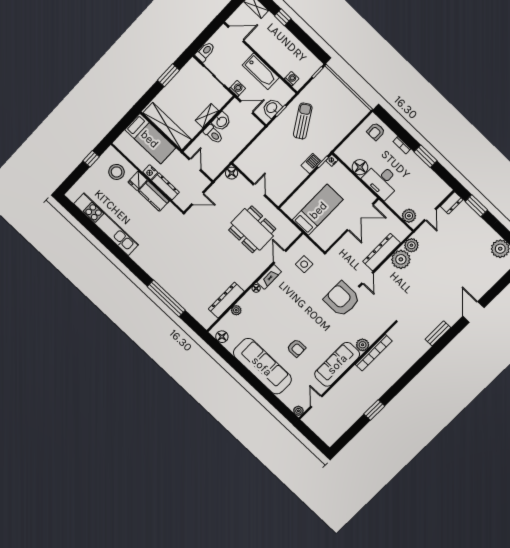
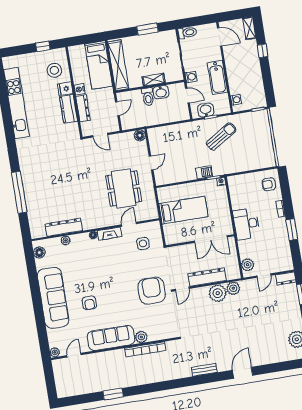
floor lamp: (360, 167) -> (238, 202), removed

